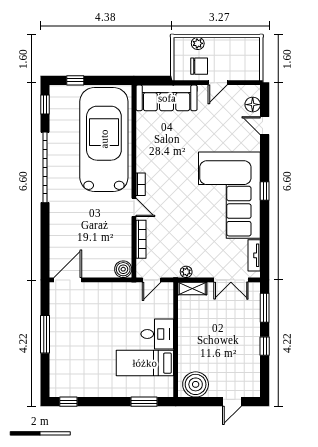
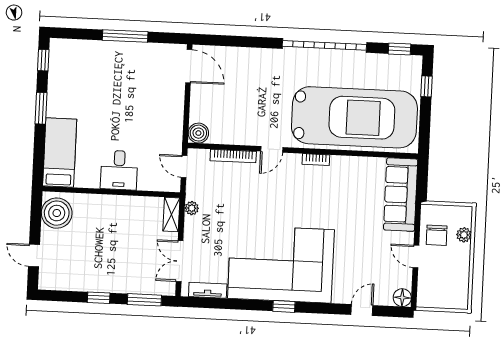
floor lamp: (253, 105) -> (402, 298), moved
bookcase: (141, 184) -> (316, 160), moved
bed: (145, 363) -> (60, 152), moved
window: (144, 402) -> (41, 108), moved

